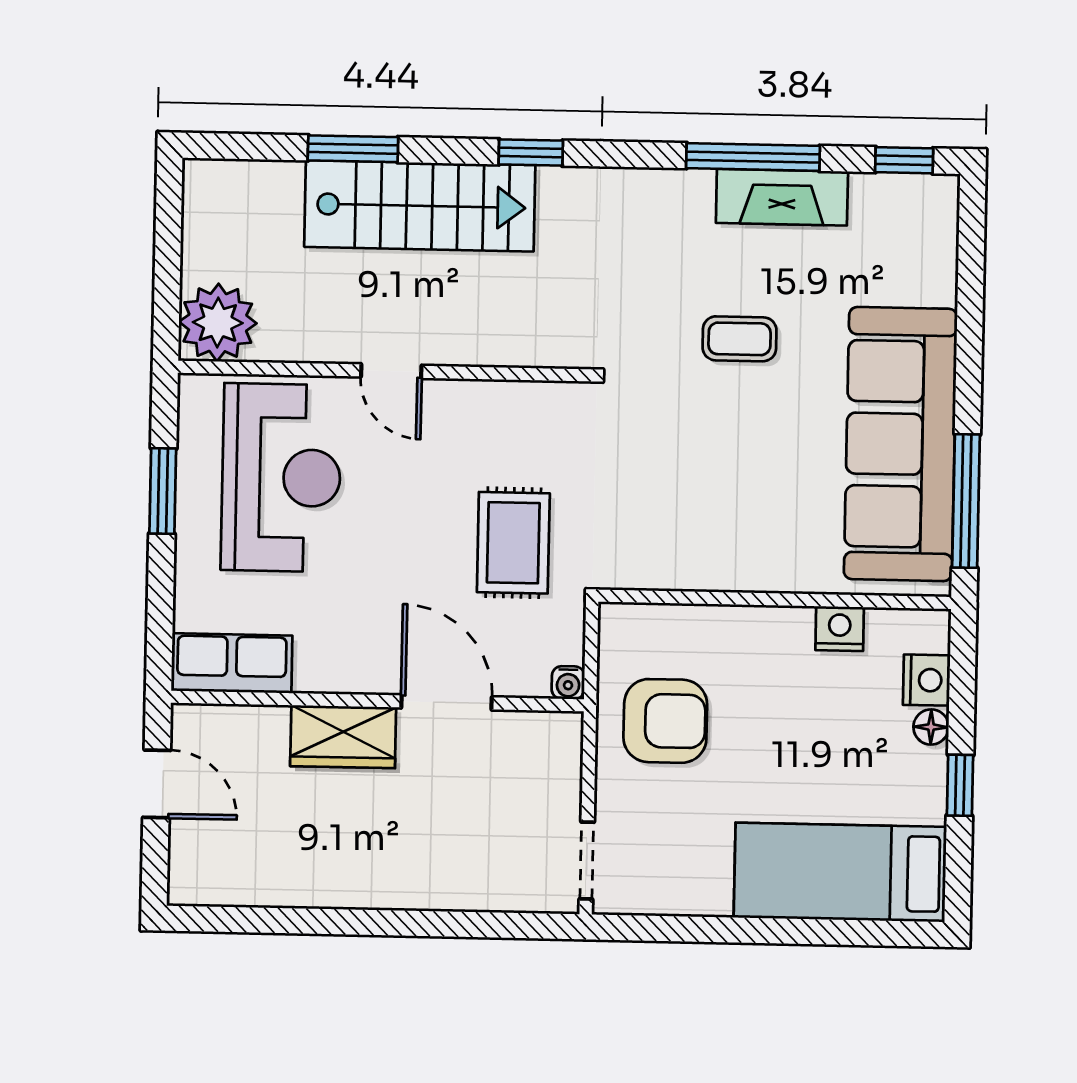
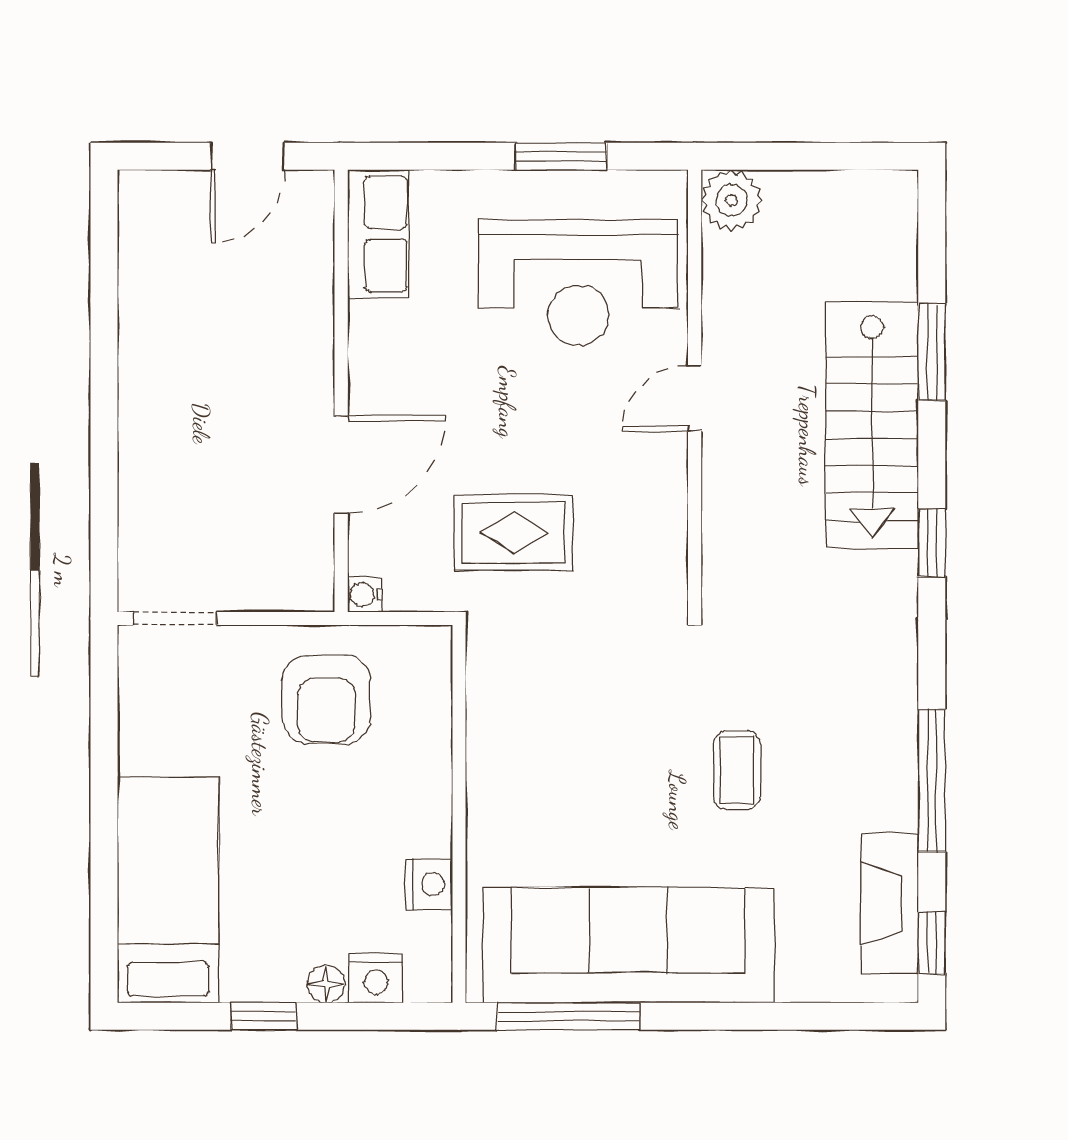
fireplace: (782, 197) -> (890, 904), moved
plant: (218, 323) -> (732, 200), width x0.73, depth x0.73
wardrobe: (343, 737) -> (302, 355), removed

